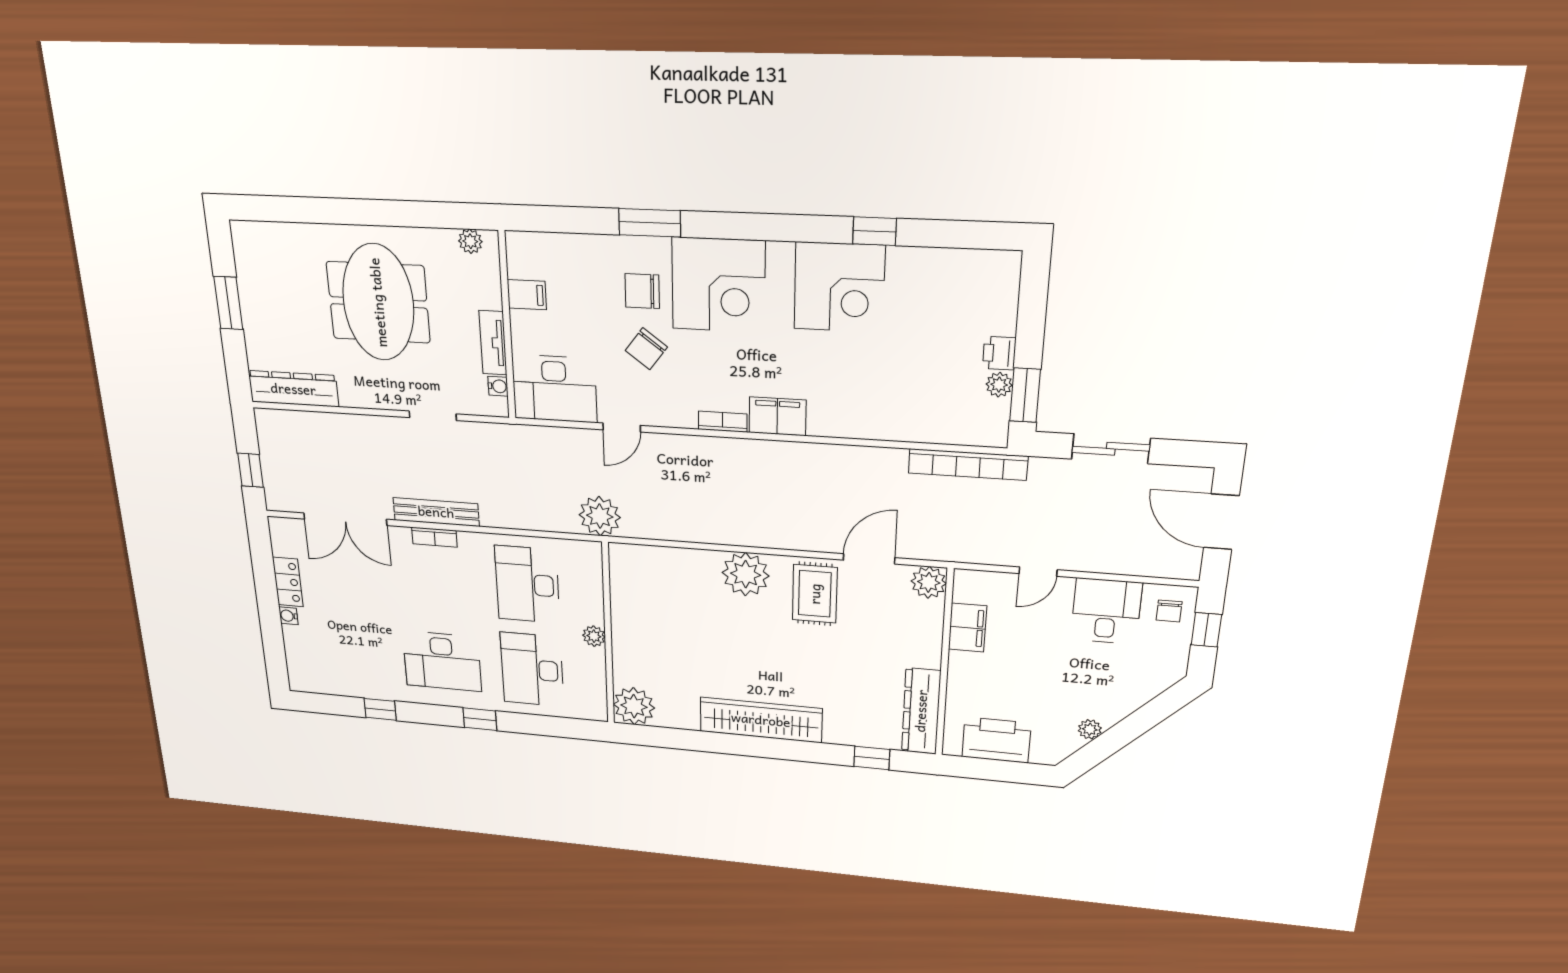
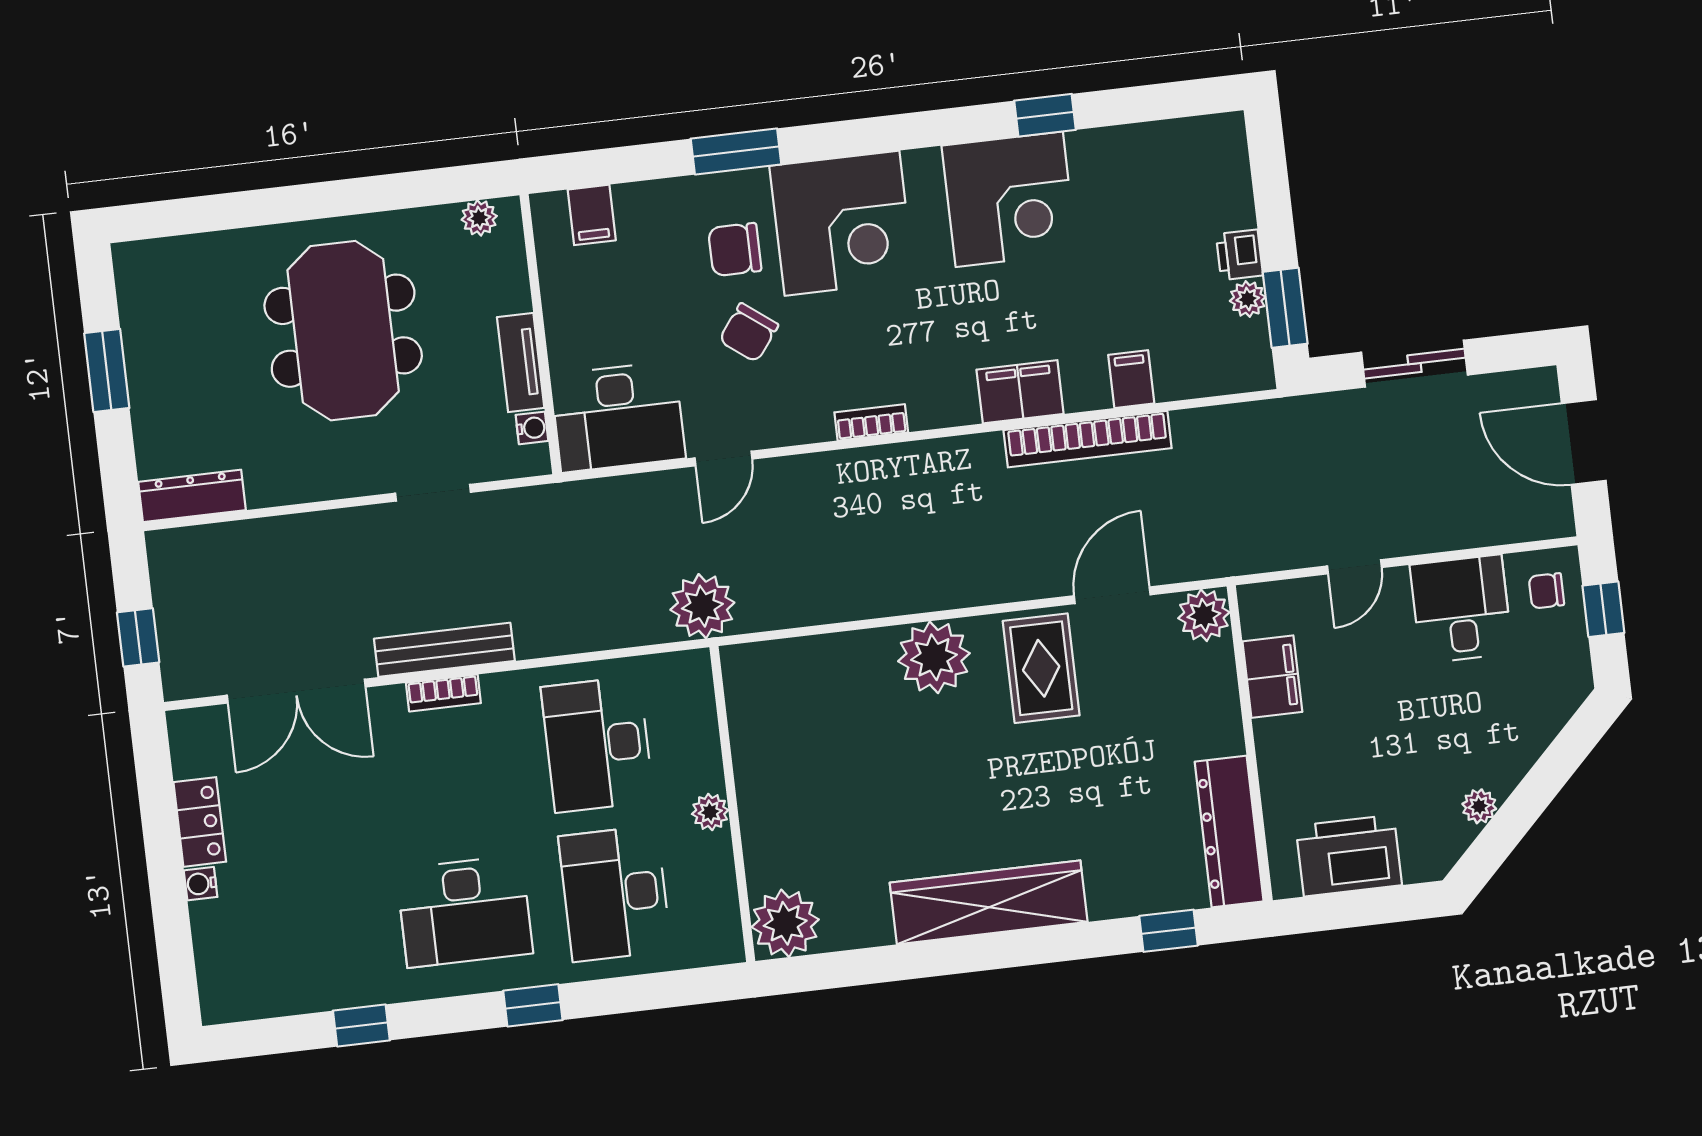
filing cabinet: (527, 295) -> (592, 215), moved, turned 90
dresser: (293, 389) -> (192, 496), width x0.73, depth x0.80
filing cabinet: (777, 416) -> (1020, 392), moved
filing cabinet: (906, 424) -> (1131, 379), added
bookcase: (968, 465) -> (1088, 439), moved
chair: (1169, 611) -> (1546, 591), turned 90

